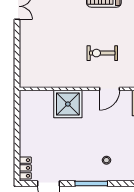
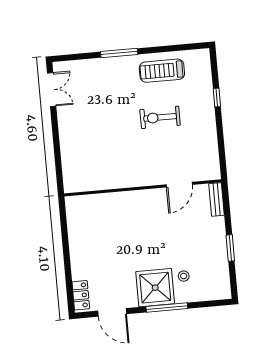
exercise bike: (102, 53) -> (160, 117), moved
shower: (68, 104) -> (155, 288), moved

